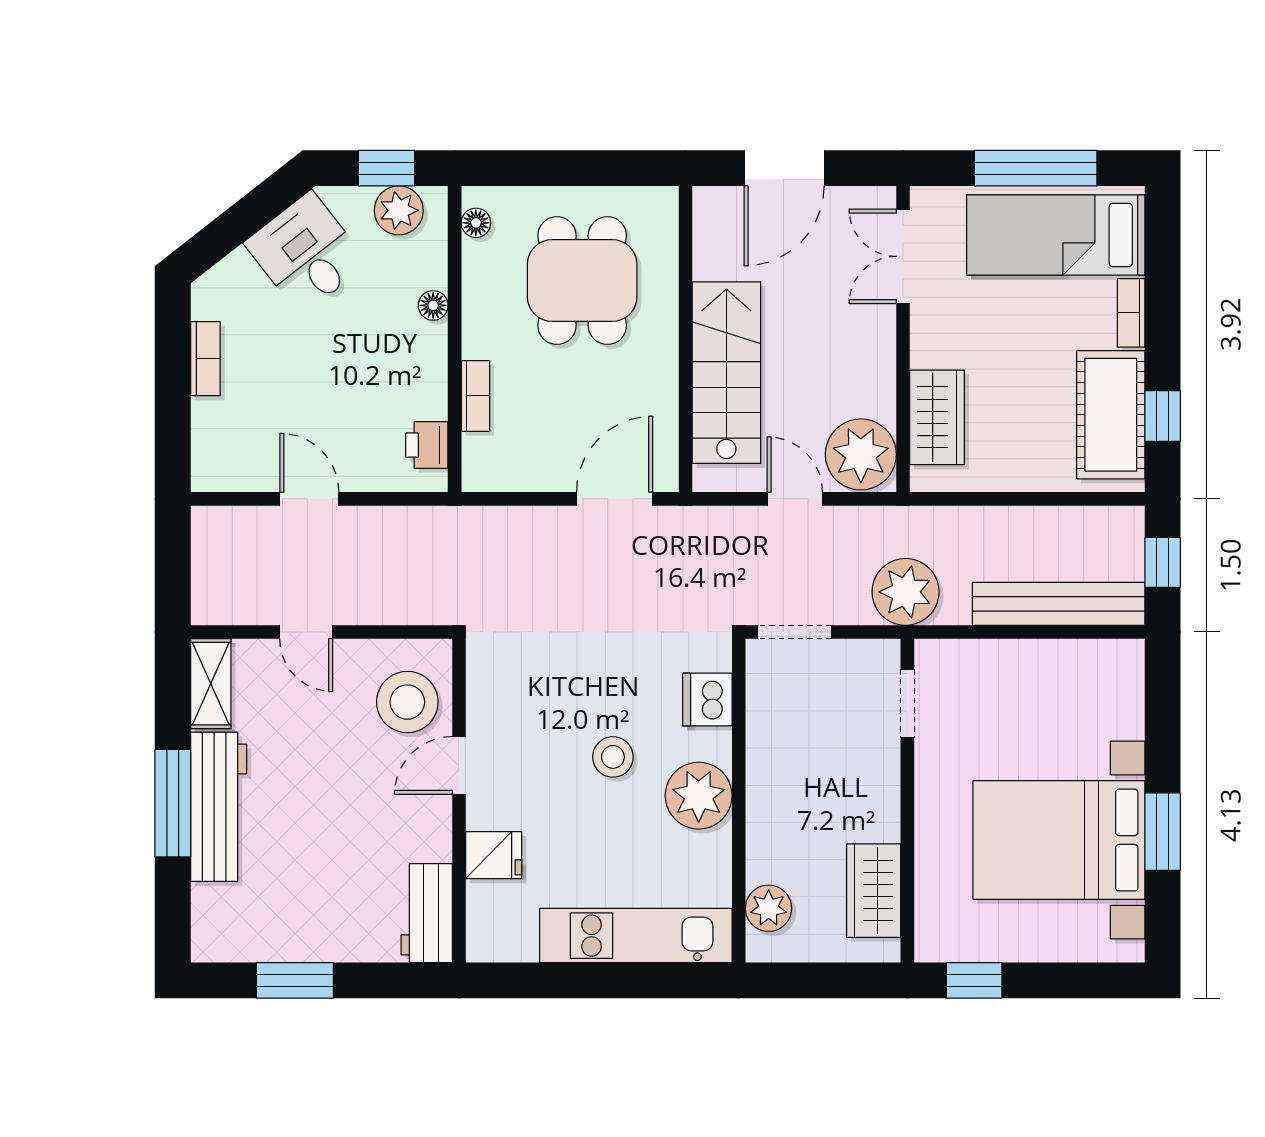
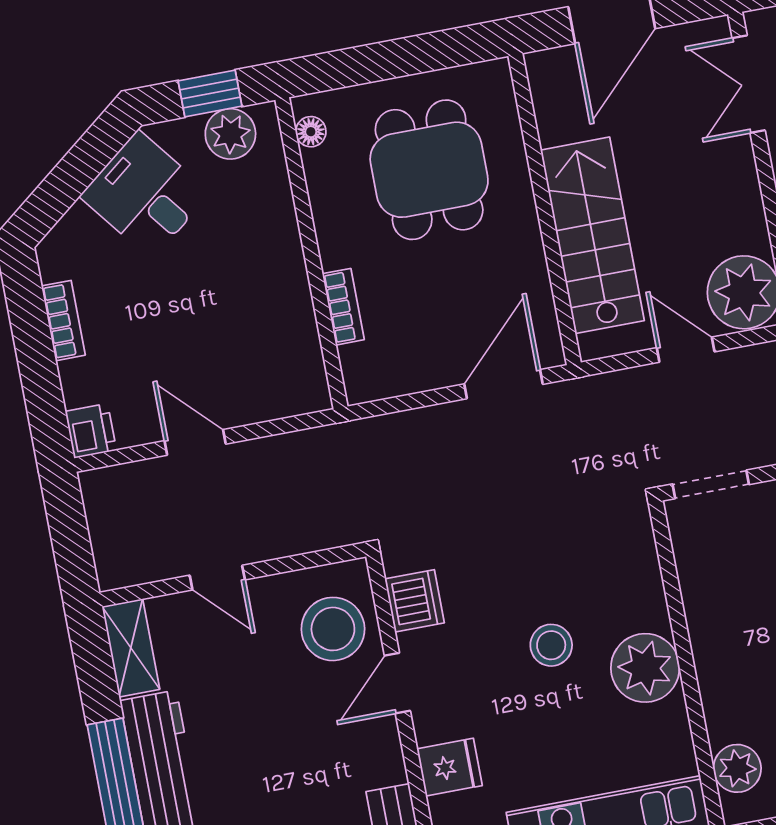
floor lamp: (433, 305) -> (283, 223), removed
printer: (427, 445) -> (91, 431), moved, turned 180
dishwasher: (707, 700) -> (415, 601), moved, turned 180

